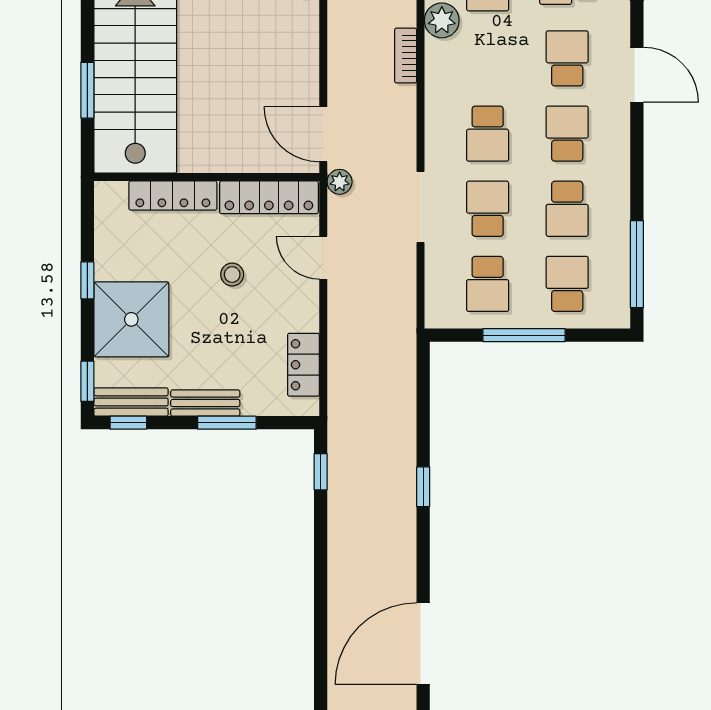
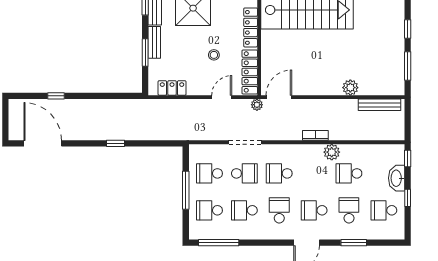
school desk: (567, 58) -> (314, 210), turned 180
school desk: (567, 134) -> (279, 210), turned -90
school desk: (567, 284) -> (210, 210), turned 180
window: (321, 472) -> (56, 96), moved

